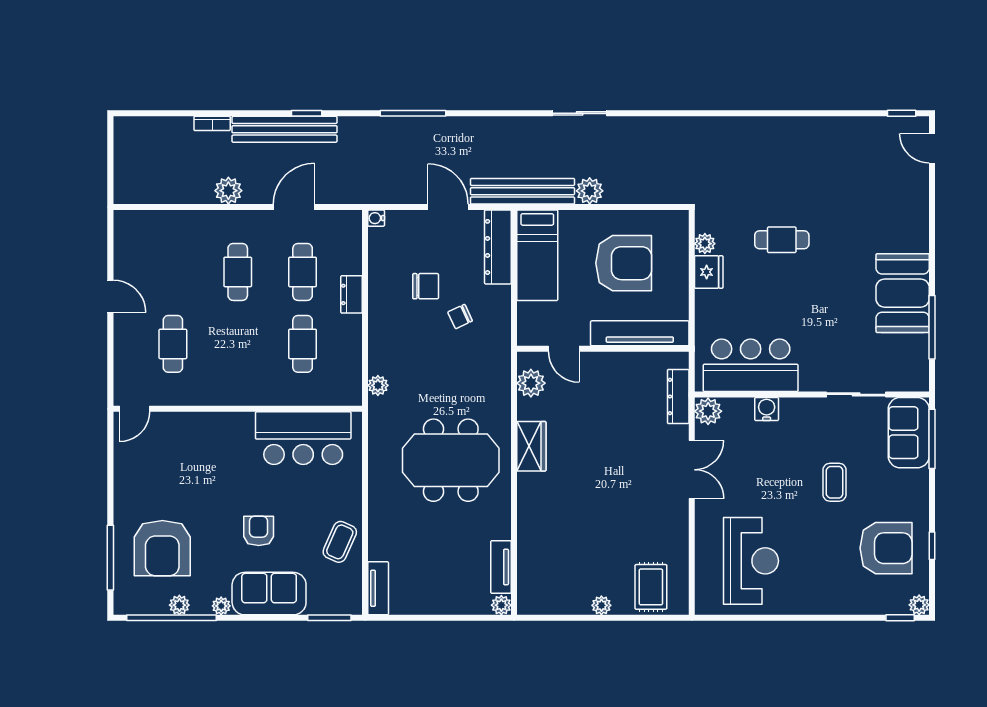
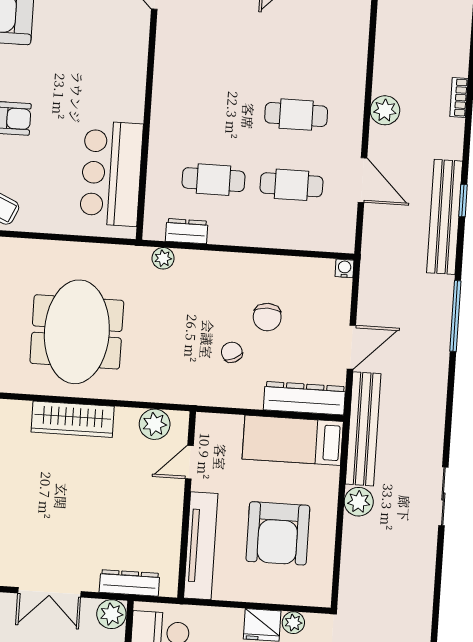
bench: (285, 129) -> (445, 217), moved
dresser: (352, 294) -> (187, 231), moved
cafe table: (173, 344) -> (223, 39), removed
wardrobe: (531, 446) -> (73, 419), width x1.50

